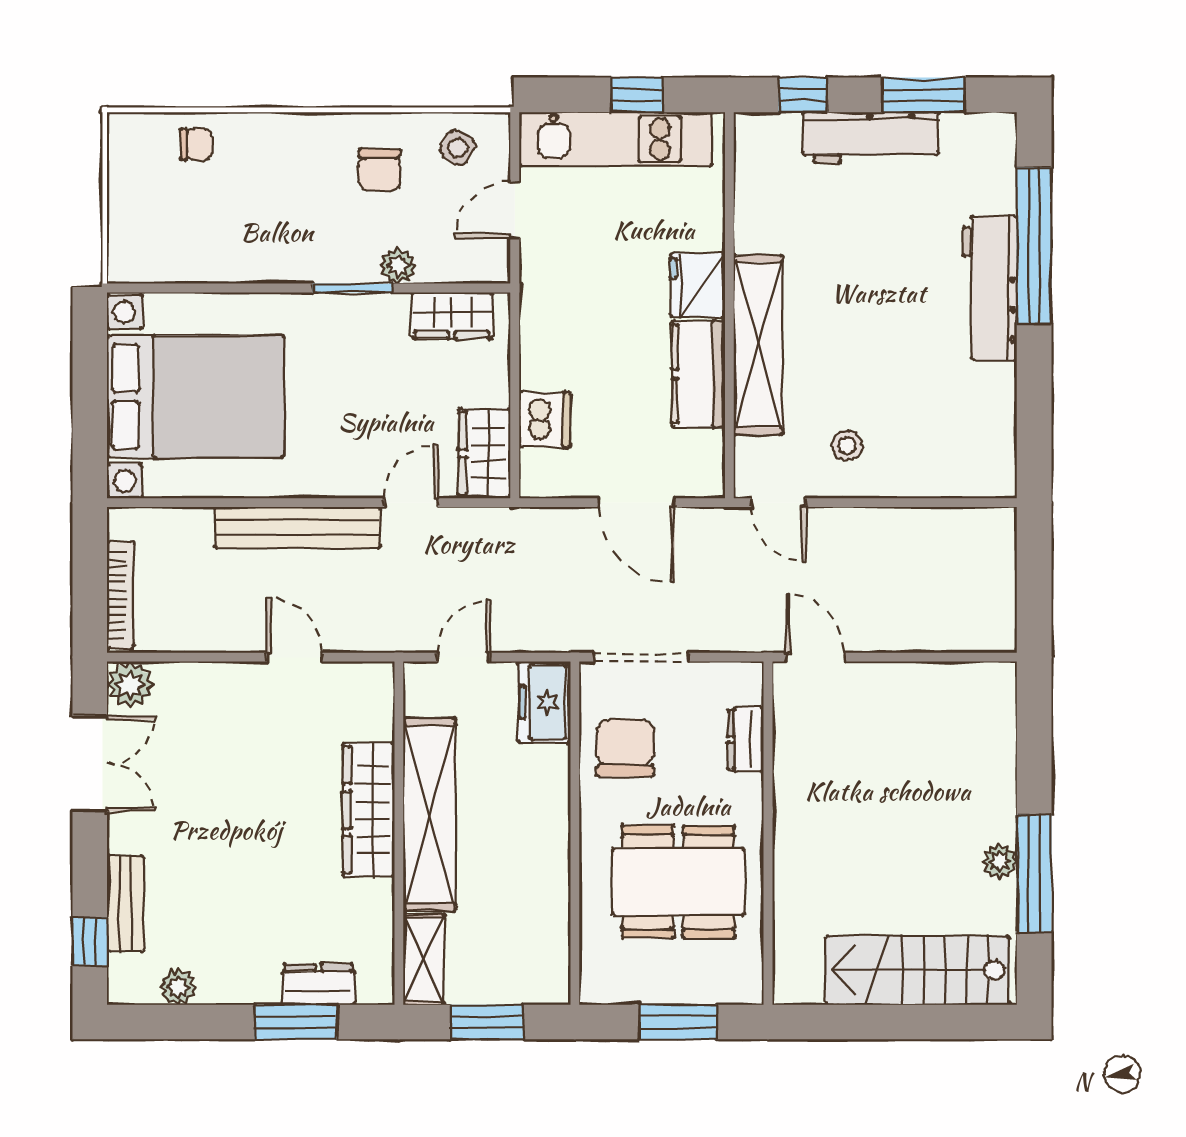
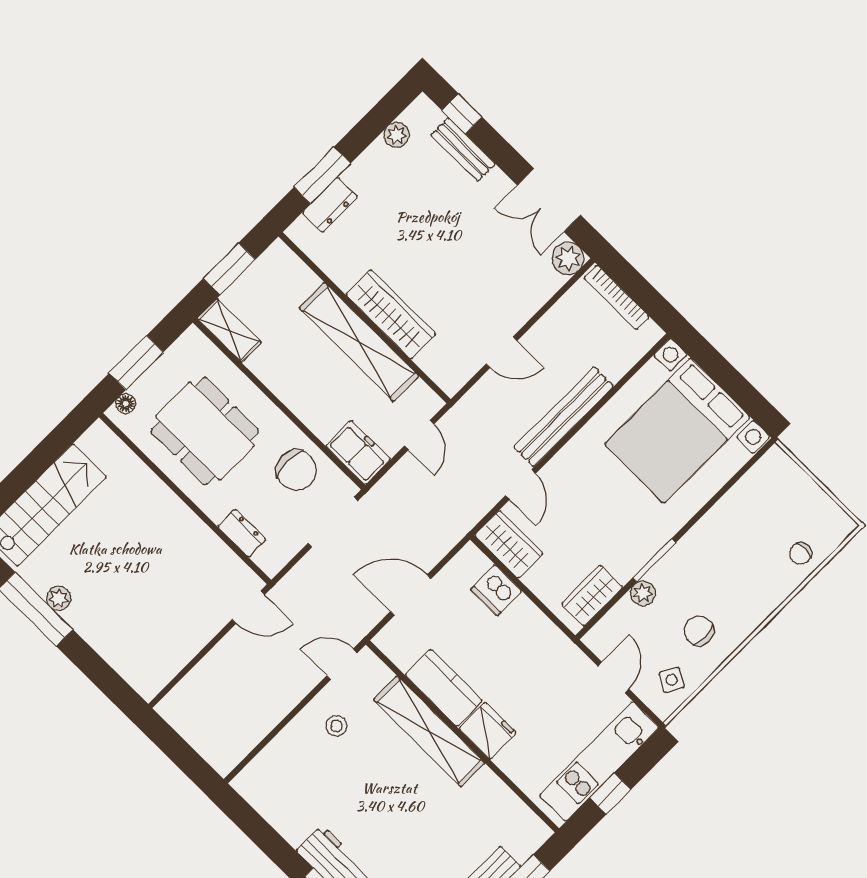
dining table: (678, 882) -> (205, 431), turned 90
shelving: (424, 959) -> (229, 330), moved
floor lamp: (731, 991) -> (126, 404), added

